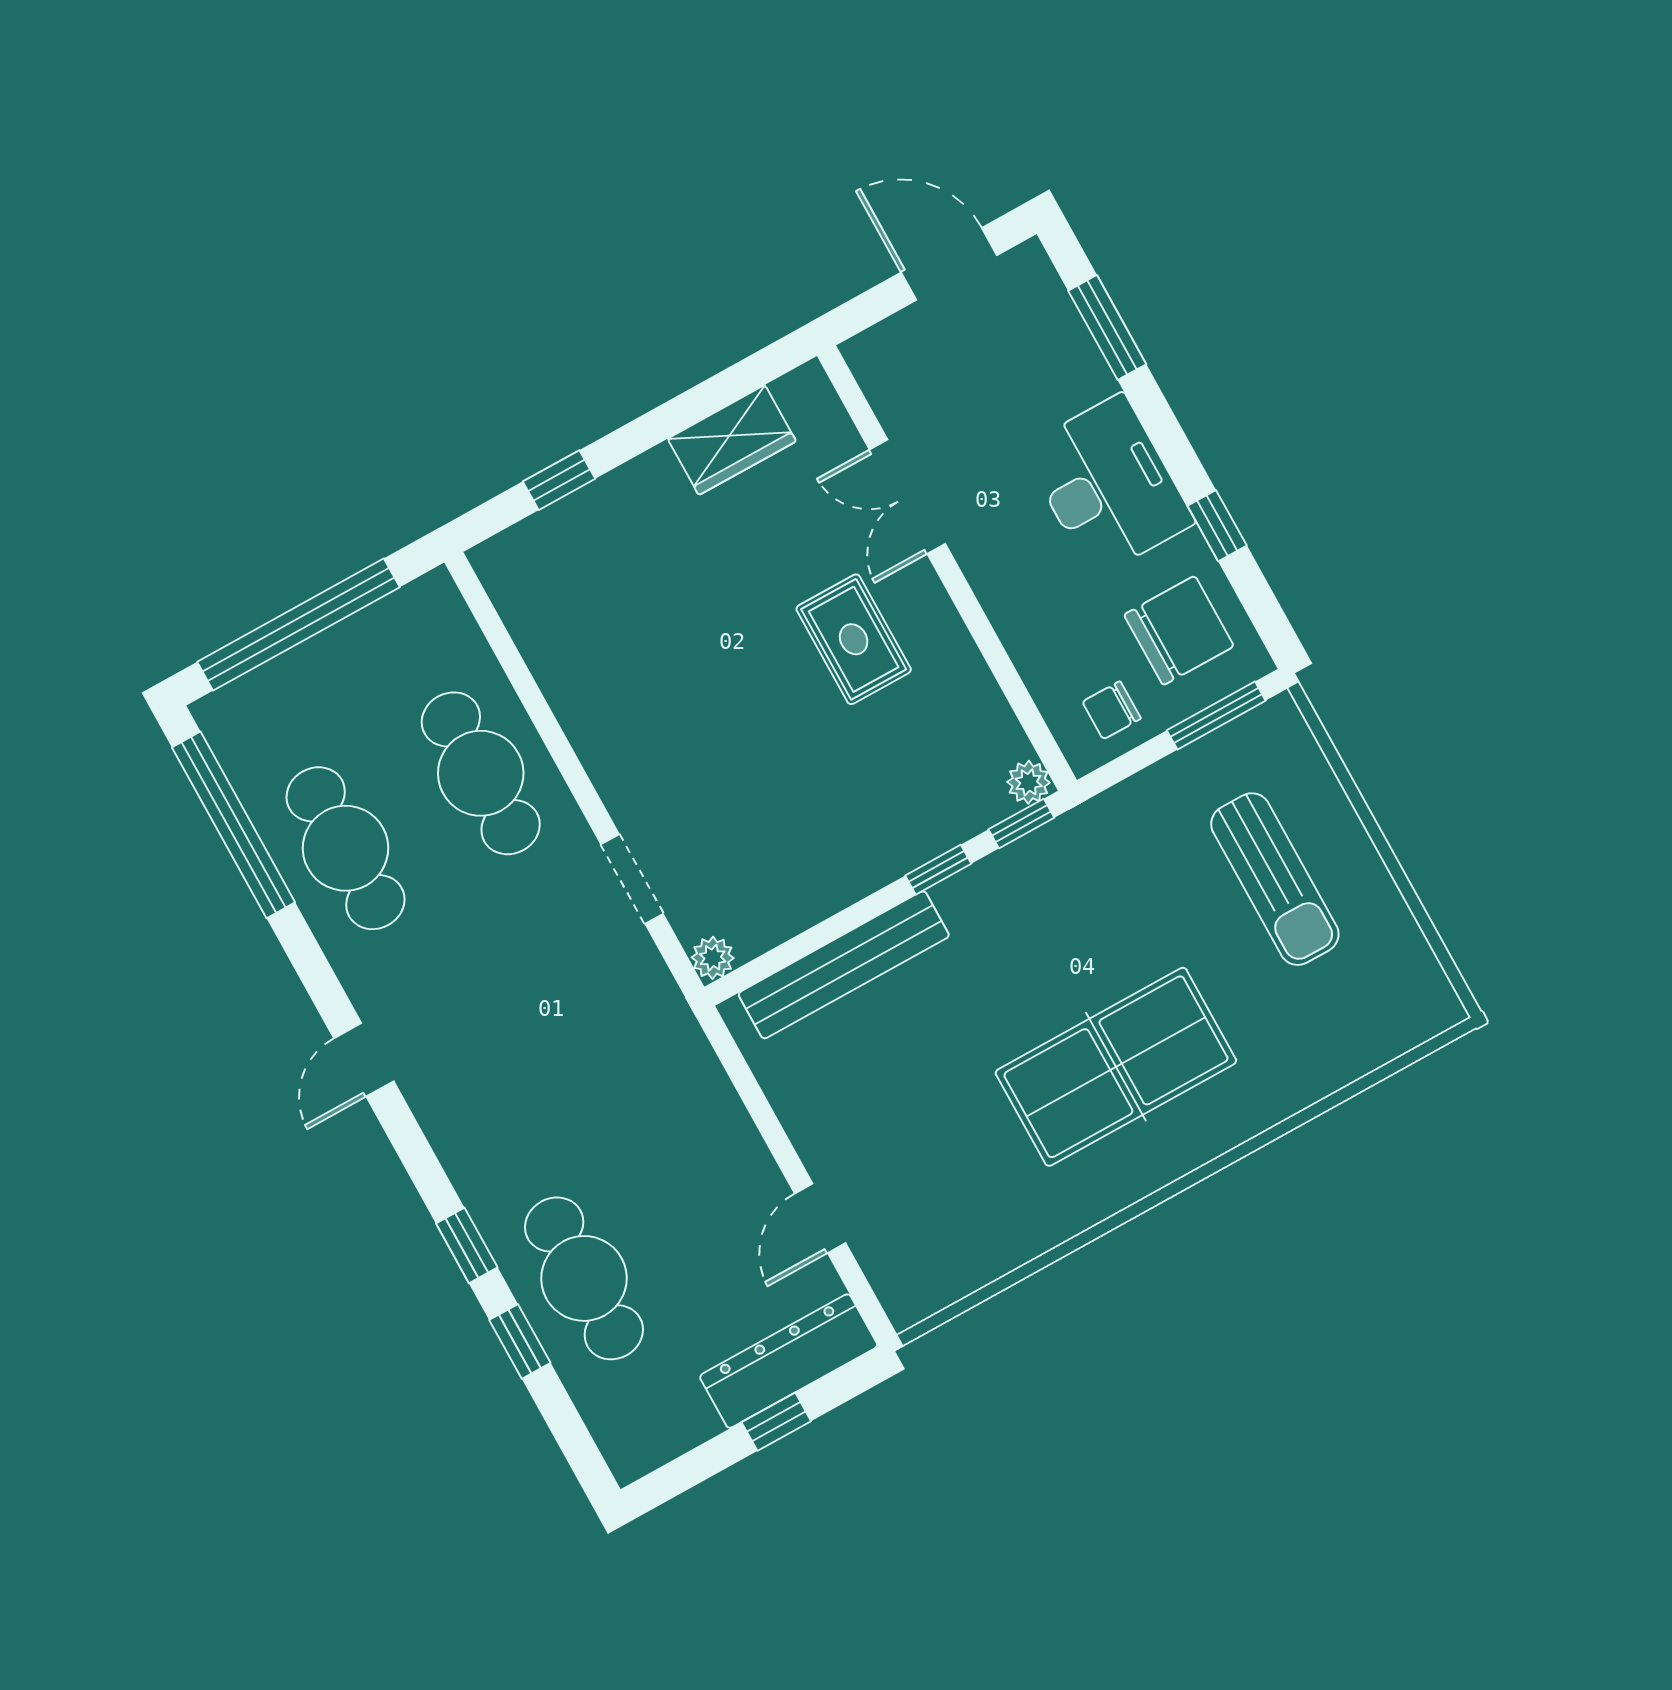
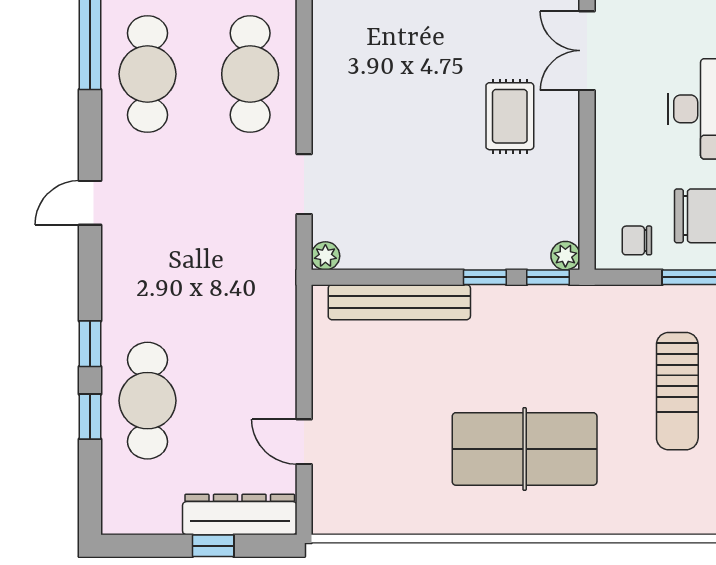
door: (820, 1218) -> (304, 442), hinge flipped

